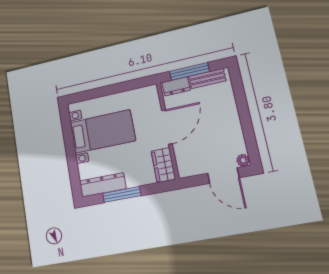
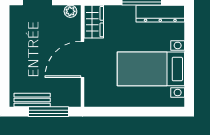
dresser: (176, 86) -> (65, 99), removed
plant: (243, 160) -> (70, 11), moved

